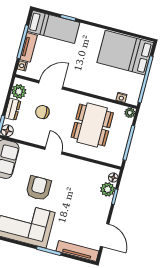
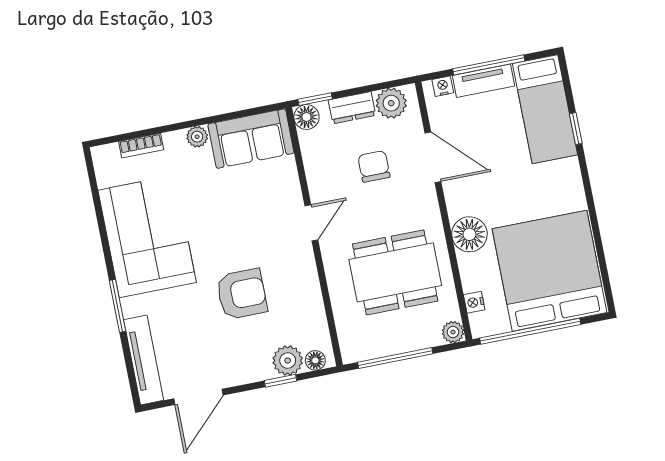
bed: (125, 53) -> (550, 271), width x1.36
floor lamp: (91, 85) -> (469, 234), added
armchair: (38, 188) -> (242, 294), moved

